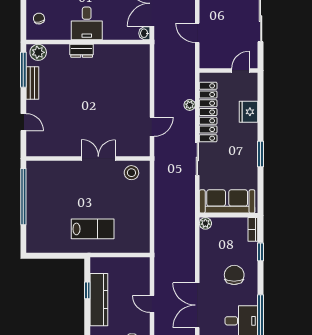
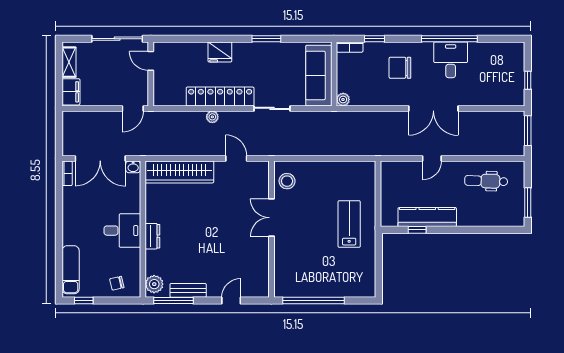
wall: (229, 70) -> (151, 74), moved
door: (240, 70) -> (151, 61), moved
wardrobe: (140, 75) -> (179, 172), added

